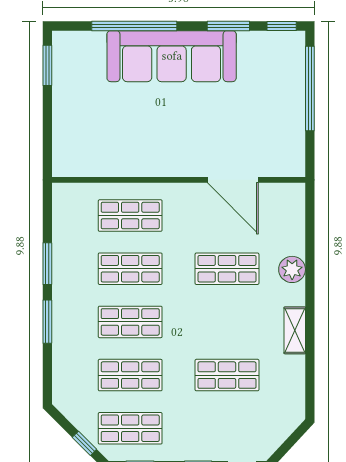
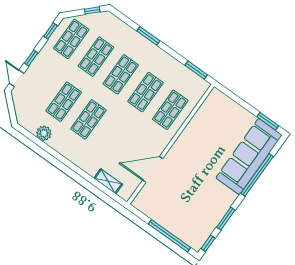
sofa: (172, 56) -> (249, 156), moved
window: (47, 264) -> (196, 70), moved
shop shelf: (227, 269) -> (88, 119), moved
plant: (292, 269) -> (44, 133), moved
shelving: (295, 330) -> (108, 181), moved
window: (84, 443) -> (92, 10), moved

